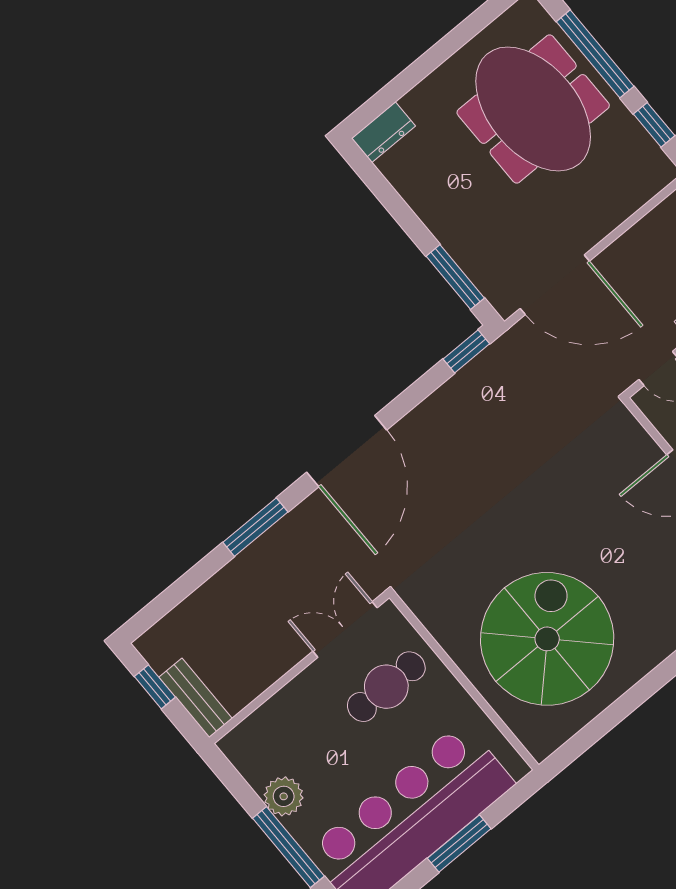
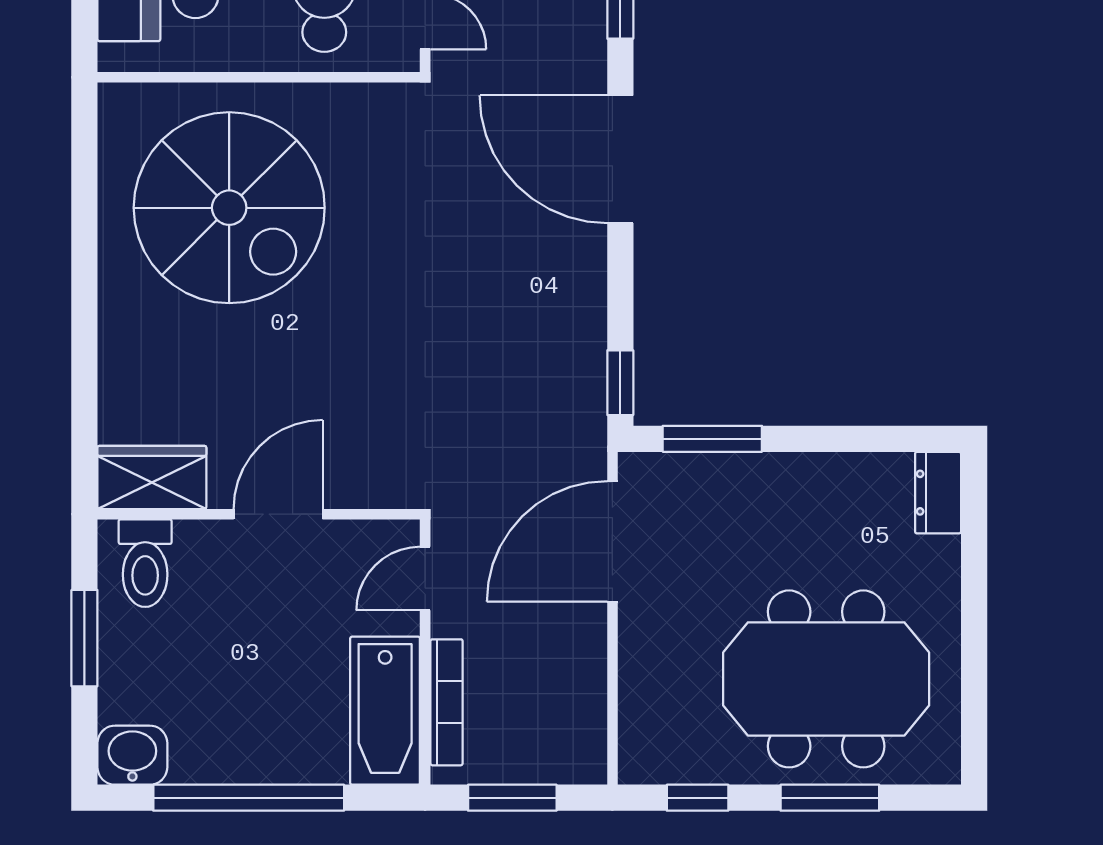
window: (595, 54) -> (830, 798), width x0.69

